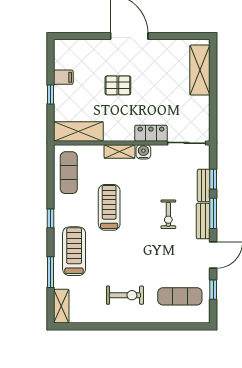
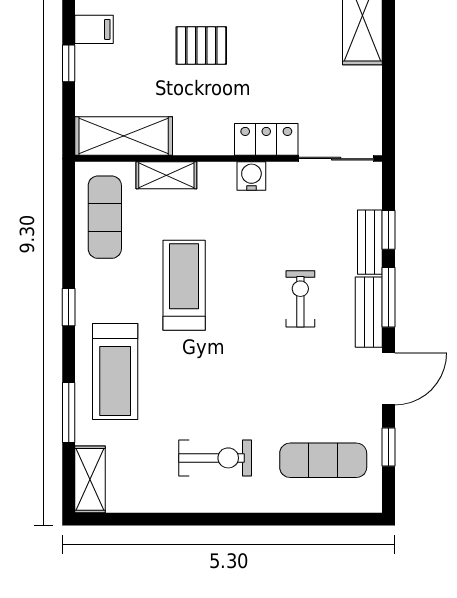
shelving: (120, 151) -> (166, 175), moved
exercise bike: (168, 214) -> (300, 299), turned 180
treadmill: (74, 251) -> (115, 371), turned 180

